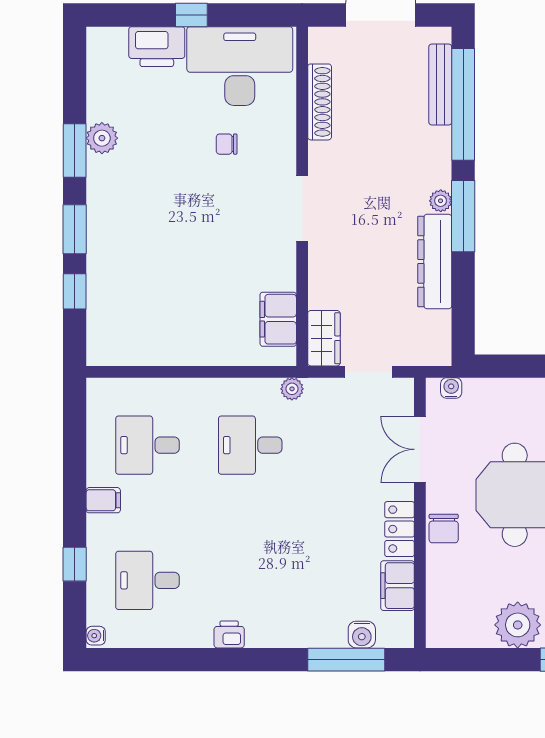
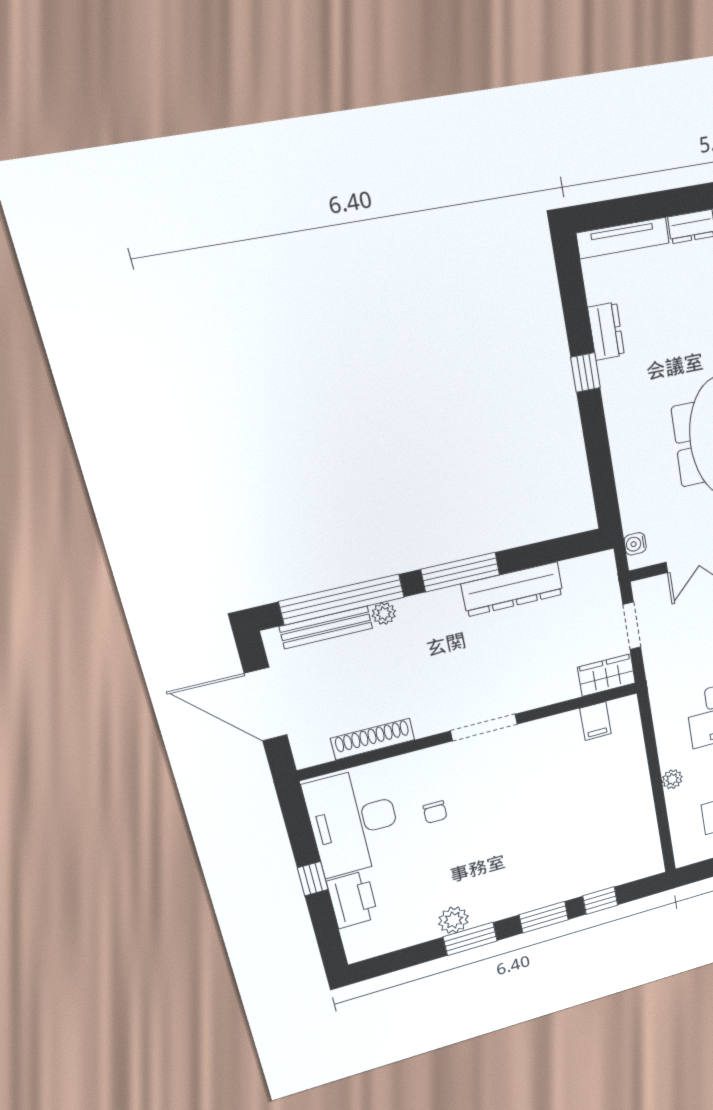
plant: (441, 201) -> (384, 614), moved
filing cabinet: (278, 319) -> (595, 721), width x0.50
plant: (292, 389) -> (672, 779), moved

